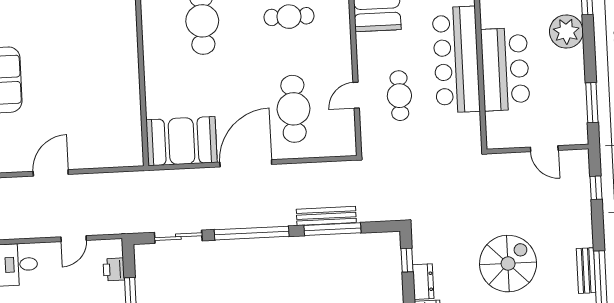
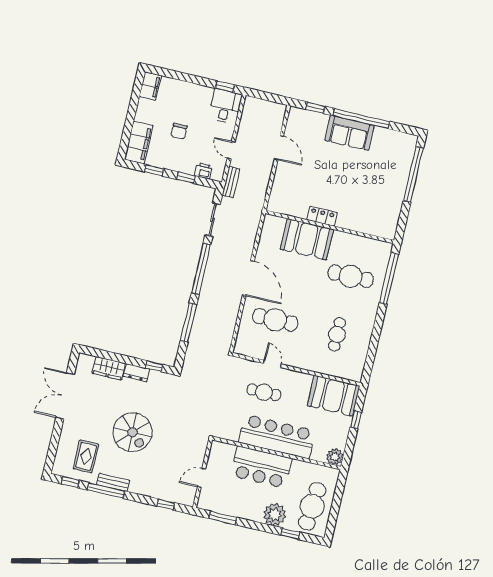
locker: (130, 85) -> (322, 216), added
booth: (182, 141) -> (307, 239), moved, turned 90
bench: (326, 216) -> (231, 182), moved, width x0.73

